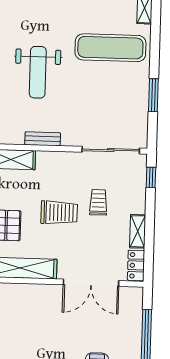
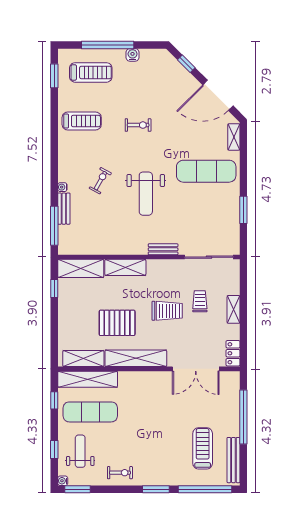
bench: (43, 139) -> (163, 249), moved
window: (151, 177) -> (243, 279), removed
shelving: (138, 231) -> (234, 309), moved

